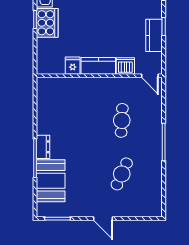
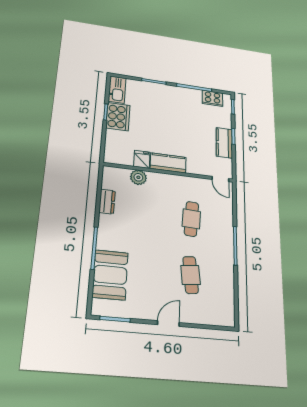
dishwasher: (125, 66) -> (196, 167), removed
plant: (70, 85) -> (138, 177), added
dresser: (43, 147) -> (107, 202), moved
cafe table: (122, 174) -> (191, 275), turned -30
door: (103, 219) -> (168, 324), swing flipped

